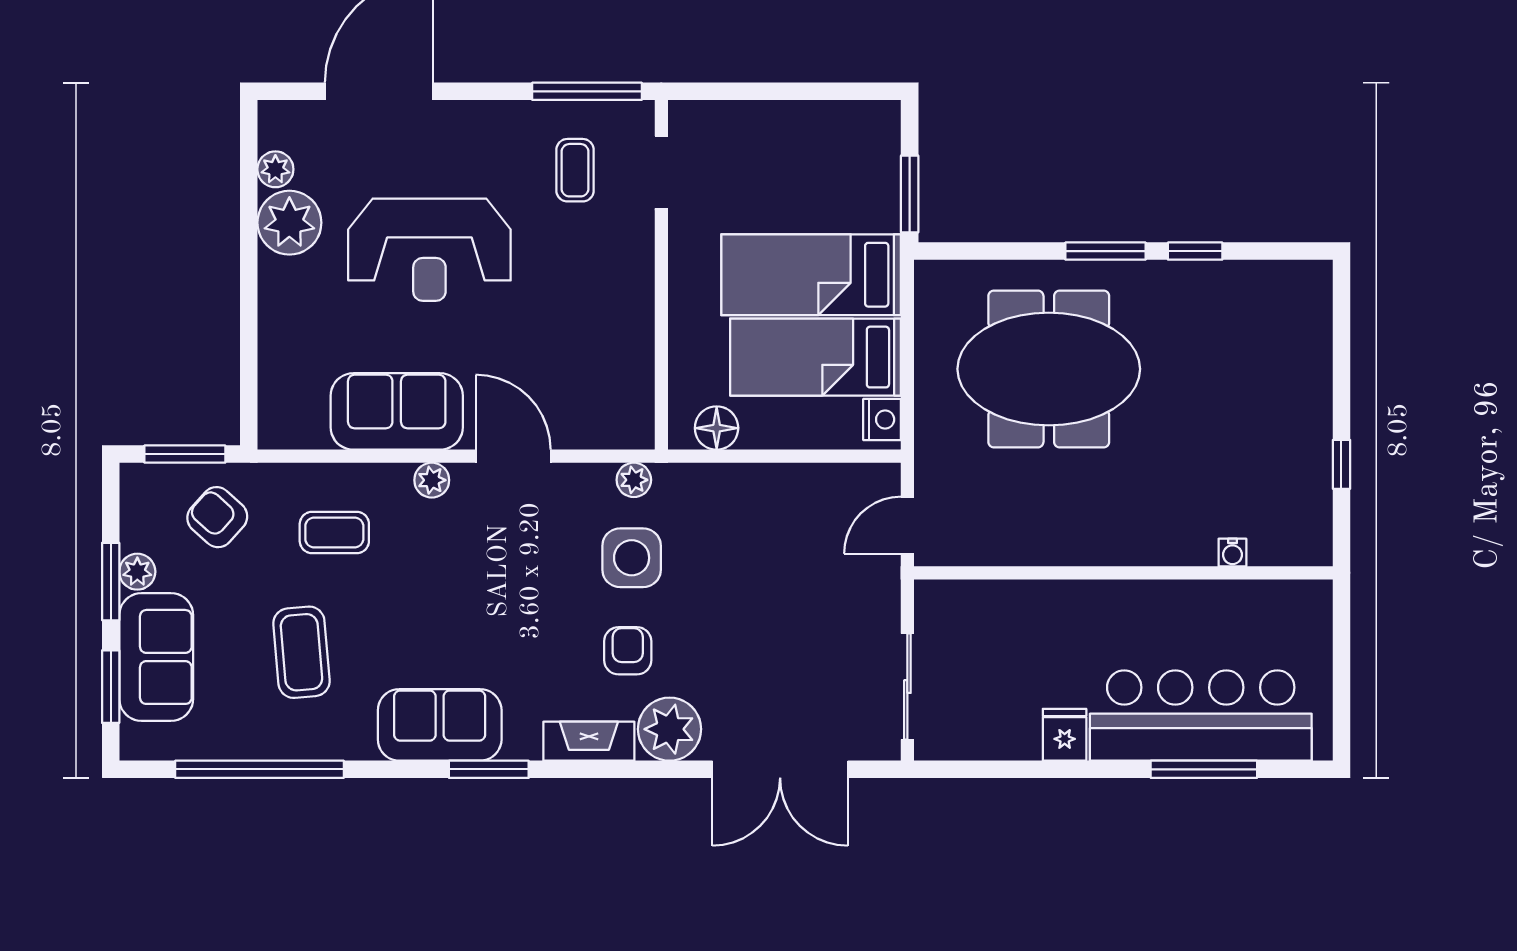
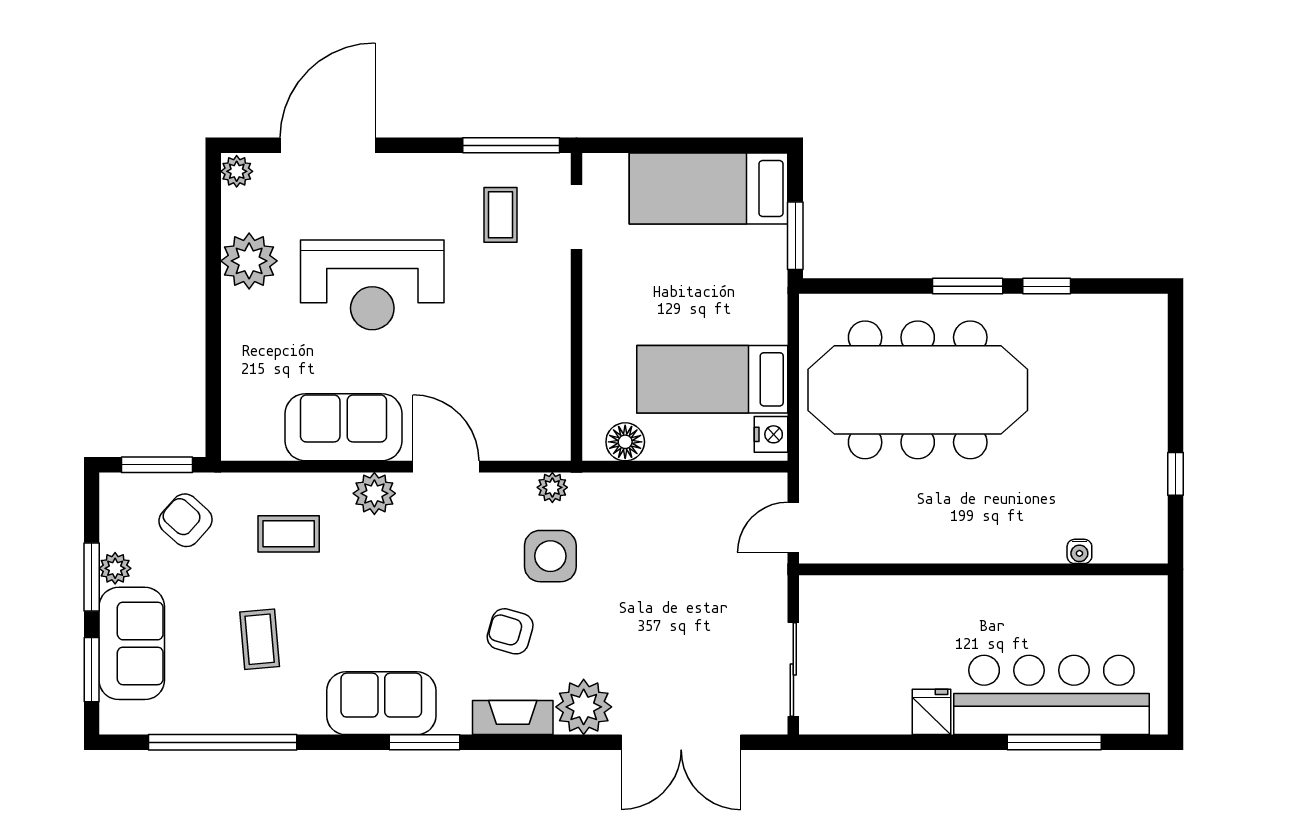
plant: (275, 169) -> (237, 171), moved
bed: (811, 275) -> (708, 189), moved
meeting table: (1049, 369) -> (918, 390), width x1.36
plant: (432, 480) -> (374, 493), width x1.38, depth x1.38
armchair: (628, 651) -> (510, 631), moved, turned -74
coffee table: (301, 652) -> (260, 639), width x0.73, depth x0.77

